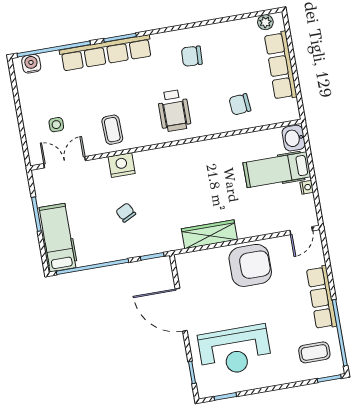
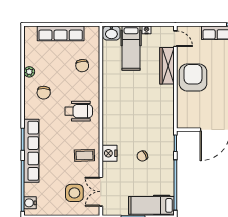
plant: (265, 22) -> (29, 72), moved
side table: (56, 125) -> (74, 193), width x1.87, depth x1.87
wardrobe: (209, 234) -> (167, 66), moved

